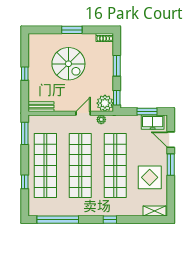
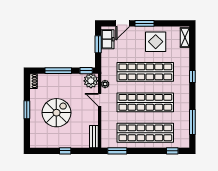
window: (117, 66) -> (58, 71), width x1.44
window: (25, 182) -> (172, 151), moved
window: (58, 220) -> (192, 122), width x0.68

